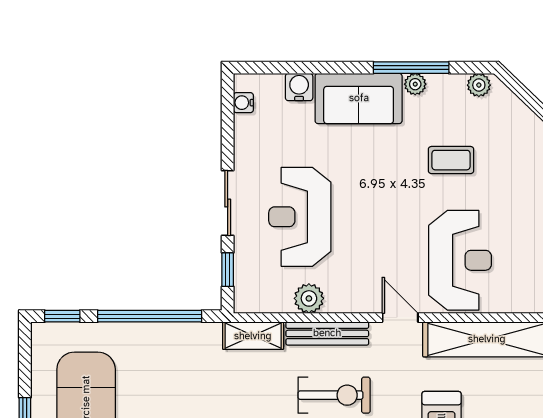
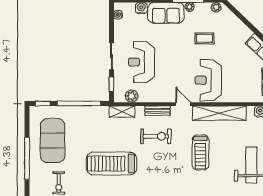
reception desk: (460, 260) -> (208, 80), turned 180
plant: (309, 298) -> (132, 96), moved
bench: (327, 333) -> (158, 111), width x0.73

